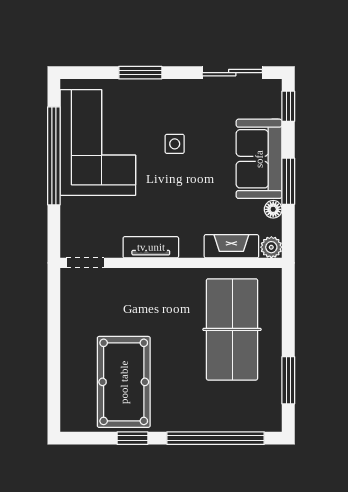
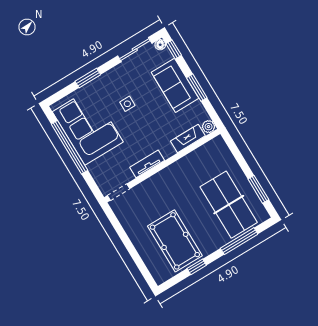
floor lamp: (273, 209) -> (160, 45), moved
table tennis table: (232, 329) -> (229, 205), moved
window: (216, 438) -> (239, 241), width x0.68

